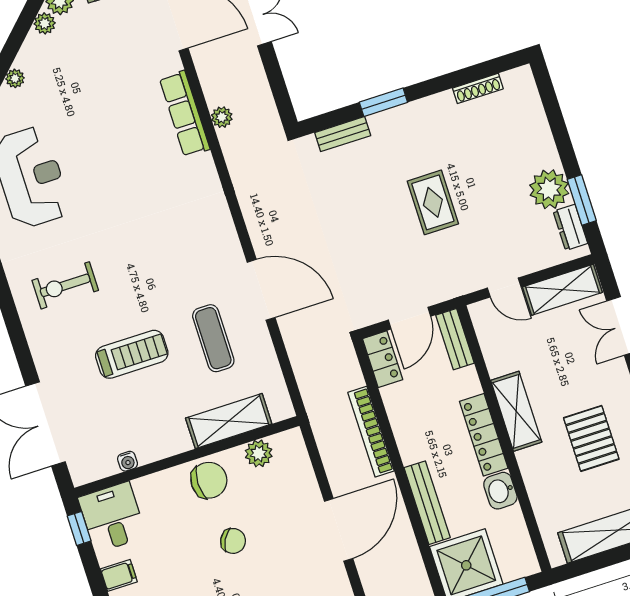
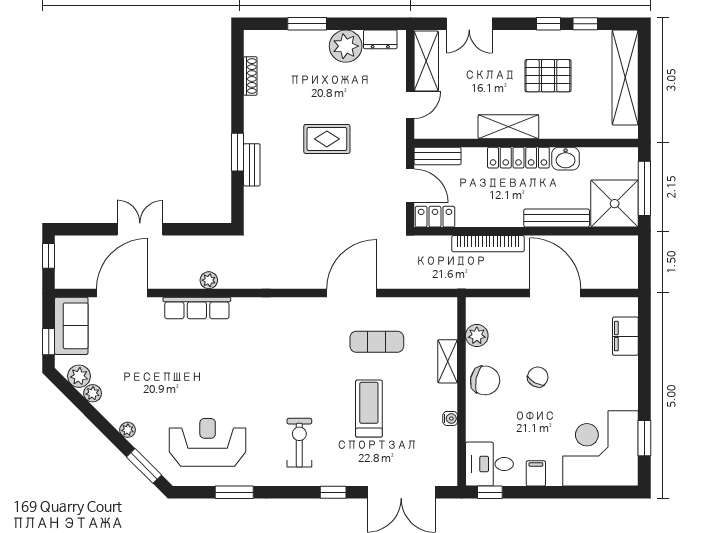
bench: (343, 134) -> (252, 165), moved
window: (582, 200) -> (307, 24), moved
exercise bike: (65, 285) -> (299, 443), turned 180
window: (20, 344) -> (333, 492), added
shelving: (229, 421) -> (448, 361), width x0.67, depth x0.75
water cooler: (128, 461) -> (450, 418), moved
chair: (209, 480) -> (485, 380), turned 101

